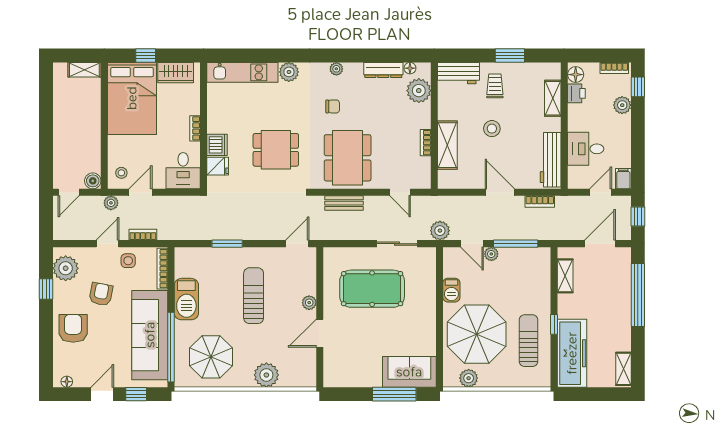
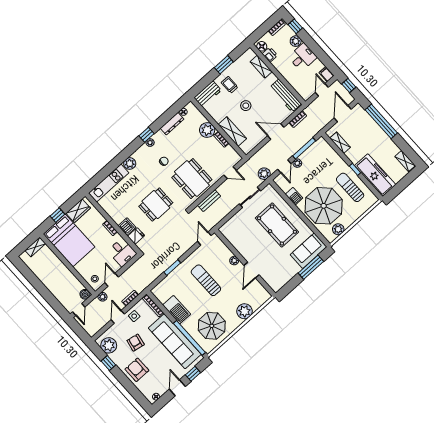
window: (341, 55) -> (146, 135), added
plant: (419, 91) -> (207, 130), moved
desk: (586, 149) -> (303, 57), moved, turned 180
door: (472, 244) -> (284, 166), hinge flipped
pool table: (372, 289) -> (277, 225), moved, turned 90

